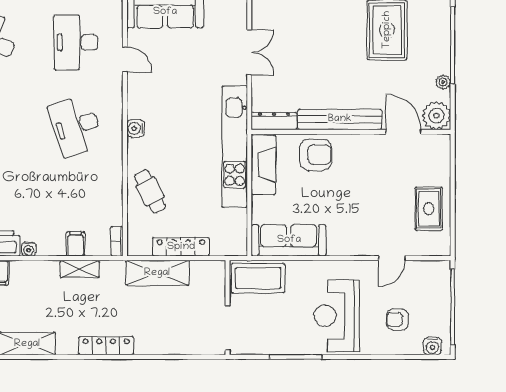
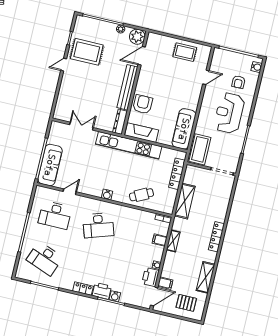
locker: (181, 247) -> (177, 174), moved
door: (392, 258) -> (206, 77), hinge flipped
reception desk: (337, 316) -> (229, 113), turned 90

